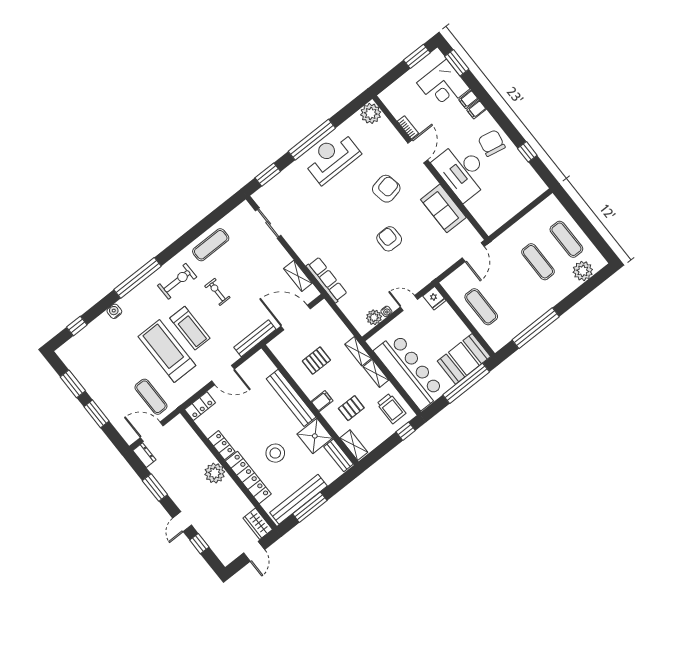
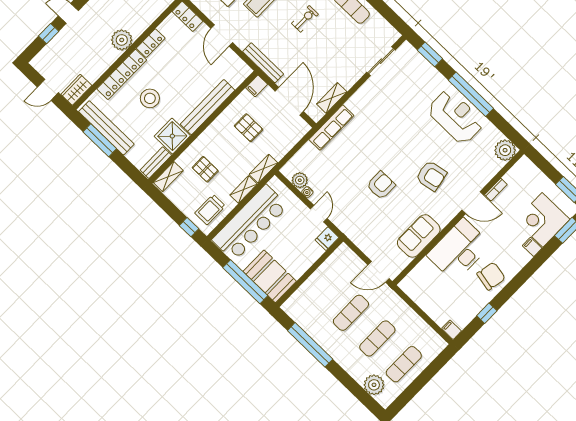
filing cabinet: (476, 110) -> (452, 330), moved
exercise mat: (481, 307) -> (351, 313), moved
filing cabinet: (322, 401) -> (257, 86), moved, turned 90

